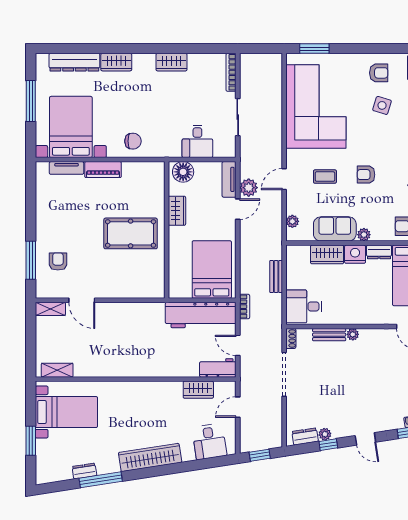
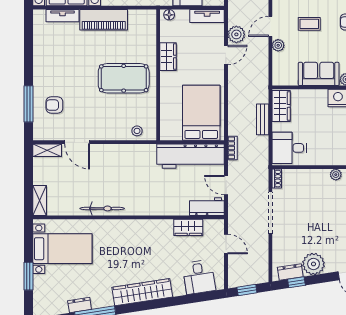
piano: (103, 170) -> (104, 20), width x1.37, depth x1.33
floor lamp: (183, 172) -> (169, 15), width x0.53, depth x0.53
tv unit: (229, 179) -> (207, 16), moved, turned -90
plant: (292, 221) -> (278, 45), moved
wardrobe: (327, 254) -> (281, 106), moved, turned -90
armchair: (58, 261) -> (54, 105), turned -90
stool: (145, 289) -> (137, 131), added
bench: (329, 335) -> (313, 175), removed
shelving: (57, 370) -> (40, 200), moved, turned 90
bicycle: (108, 370) -> (102, 208), added
door: (238, 407) -> (226, 244), swing flipped
plant: (325, 434) -> (314, 264), width x1.88, depth x1.88
window: (328, 445) -> (296, 282), moved

